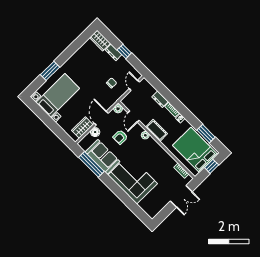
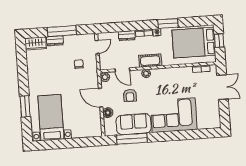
window: (124, 51) -> (62, 31), width x2.17
door: (134, 85) -> (97, 47), swing flipped
wardrobe: (82, 128) -> (95, 120), removed
window: (206, 134) -> (168, 23), moved

